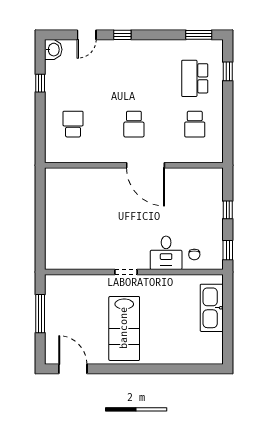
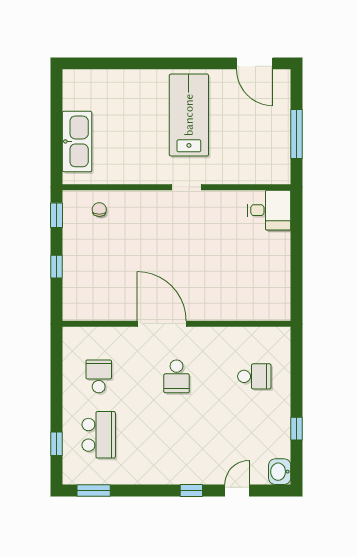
school desk: (73, 124) -> (254, 376), turned -90
school desk: (134, 124) -> (177, 376), turned 180
desk: (166, 253) -> (269, 210), moved, turned 90

